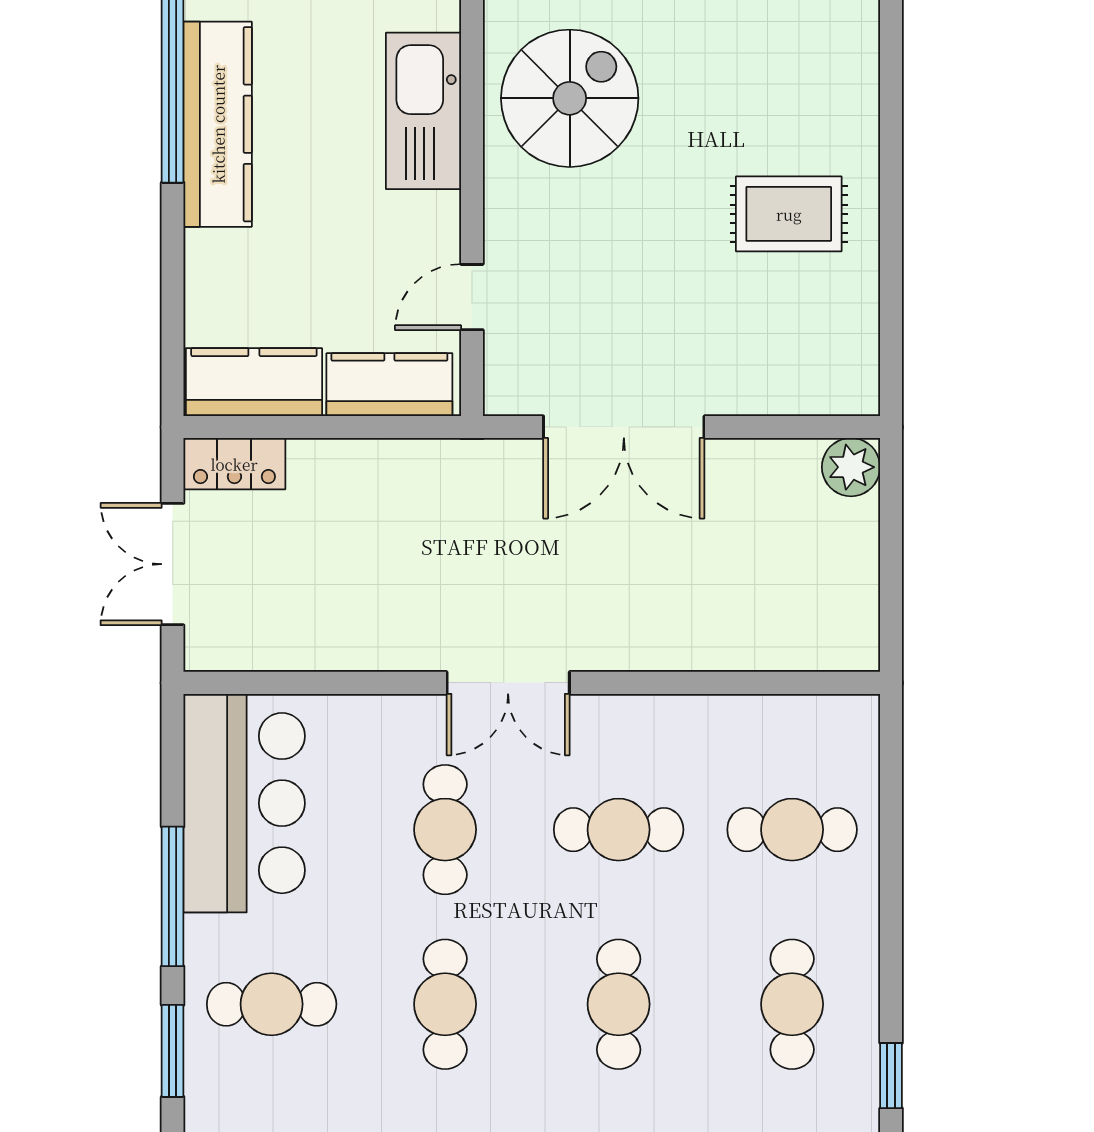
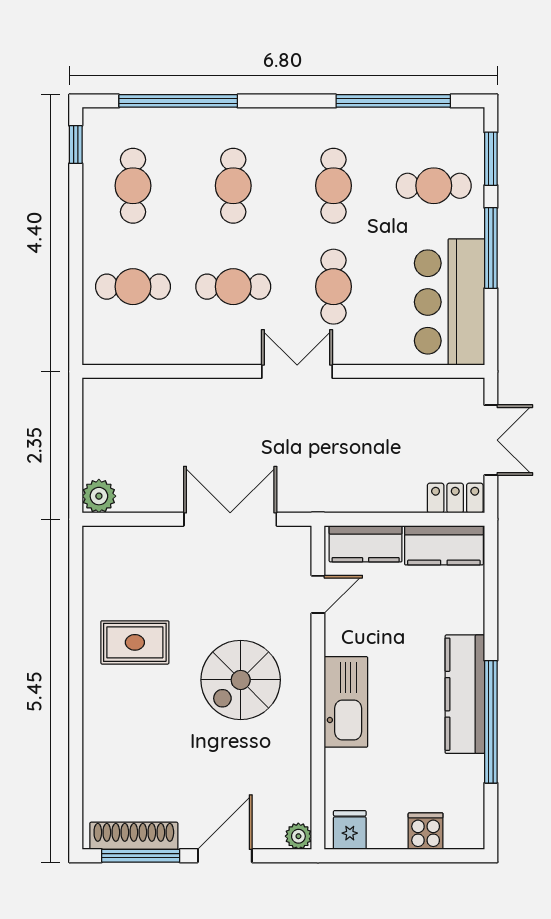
spiral stairs: (570, 98) -> (241, 680), moved

